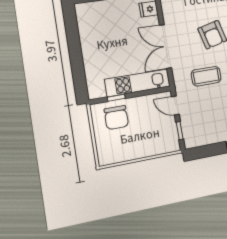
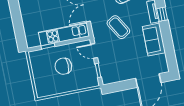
coffee table: (206, 76) -> (118, 27), turned 59
chair: (116, 118) -> (63, 66), moved, turned 90

